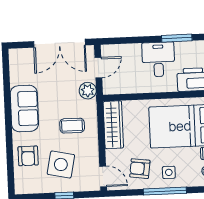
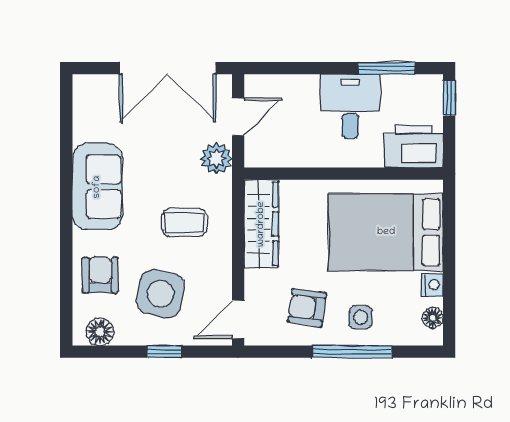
armchair: (28, 156) -> (100, 275), turned 180
door: (103, 176) -> (238, 319), swing flipped
floor lamp: (29, 186) -> (100, 332), added

